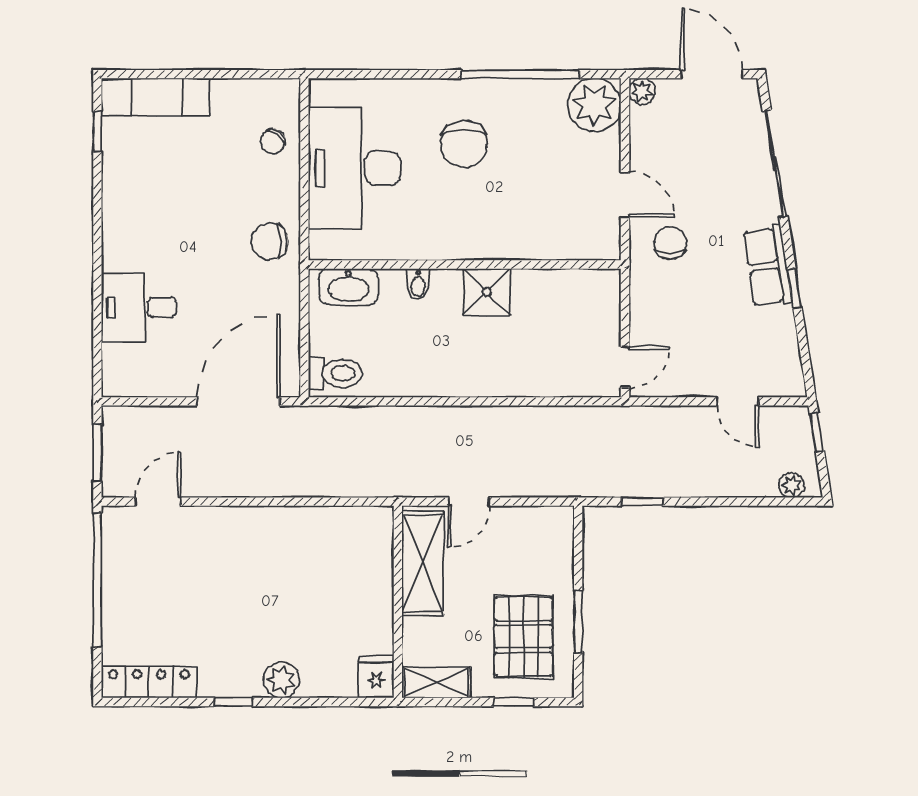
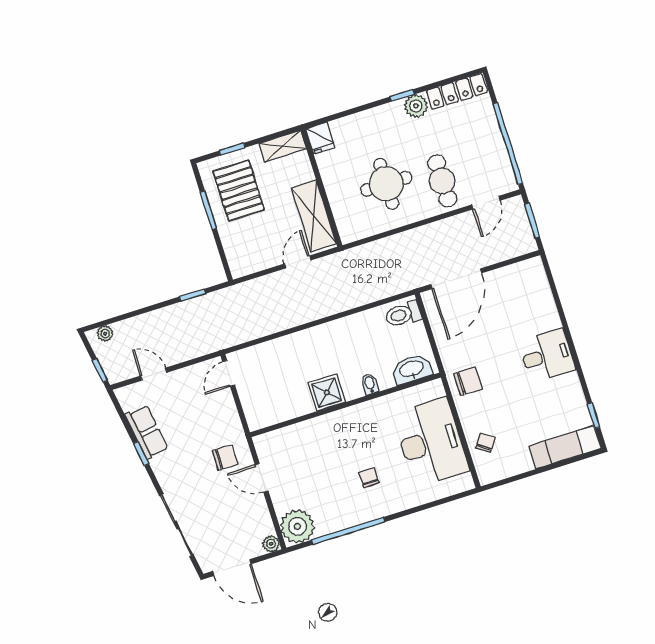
chair: (464, 144) -> (369, 478), width x0.54, depth x0.54
chair: (670, 243) -> (225, 457), turned -90
row of seats: (768, 266) -> (147, 432), moved
desk: (139, 307) -> (547, 355), moved
cafe table: (213, 555) -> (442, 181), added
round table: (299, 577) -> (386, 184), added
plant: (281, 680) -> (416, 106), moved

